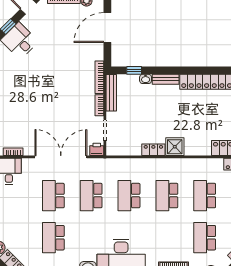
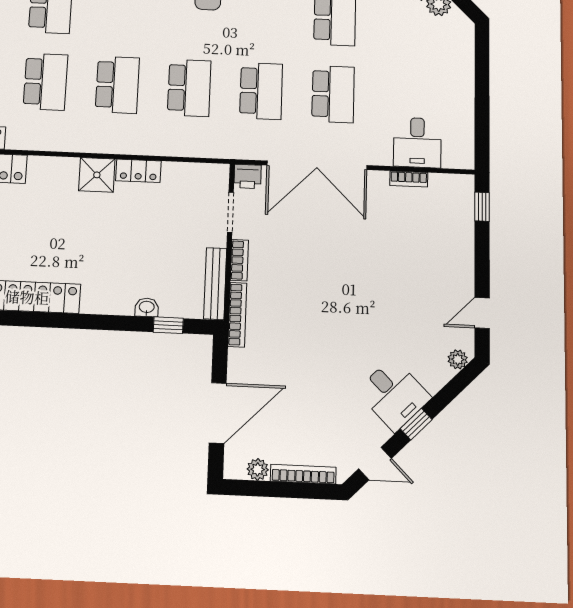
bench: (166, 79) -> (107, 305), removed

